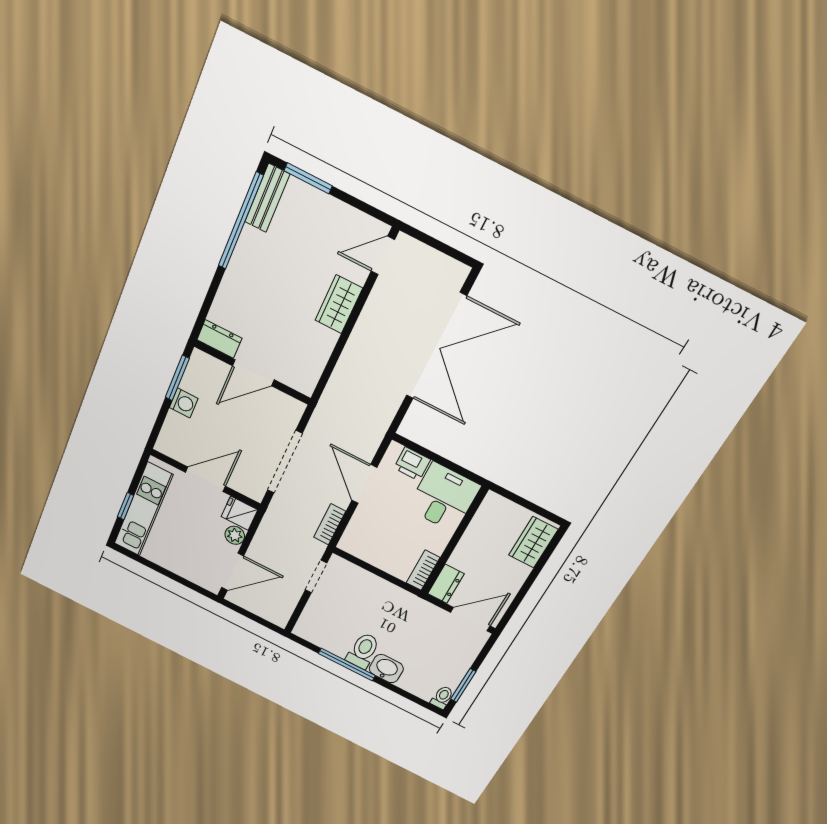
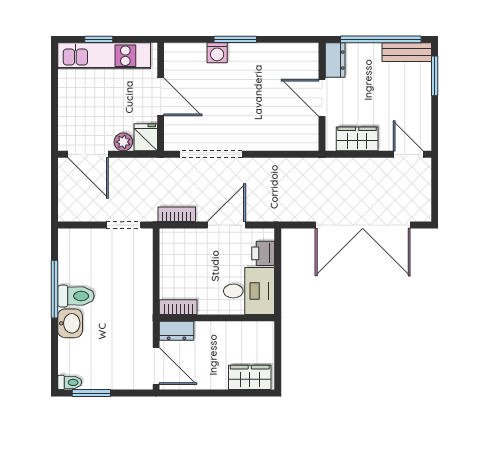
dresser: (219, 339) -> (335, 60), moved
wall: (252, 372) -> (322, 97), moved
door: (253, 373) -> (322, 98), moved

